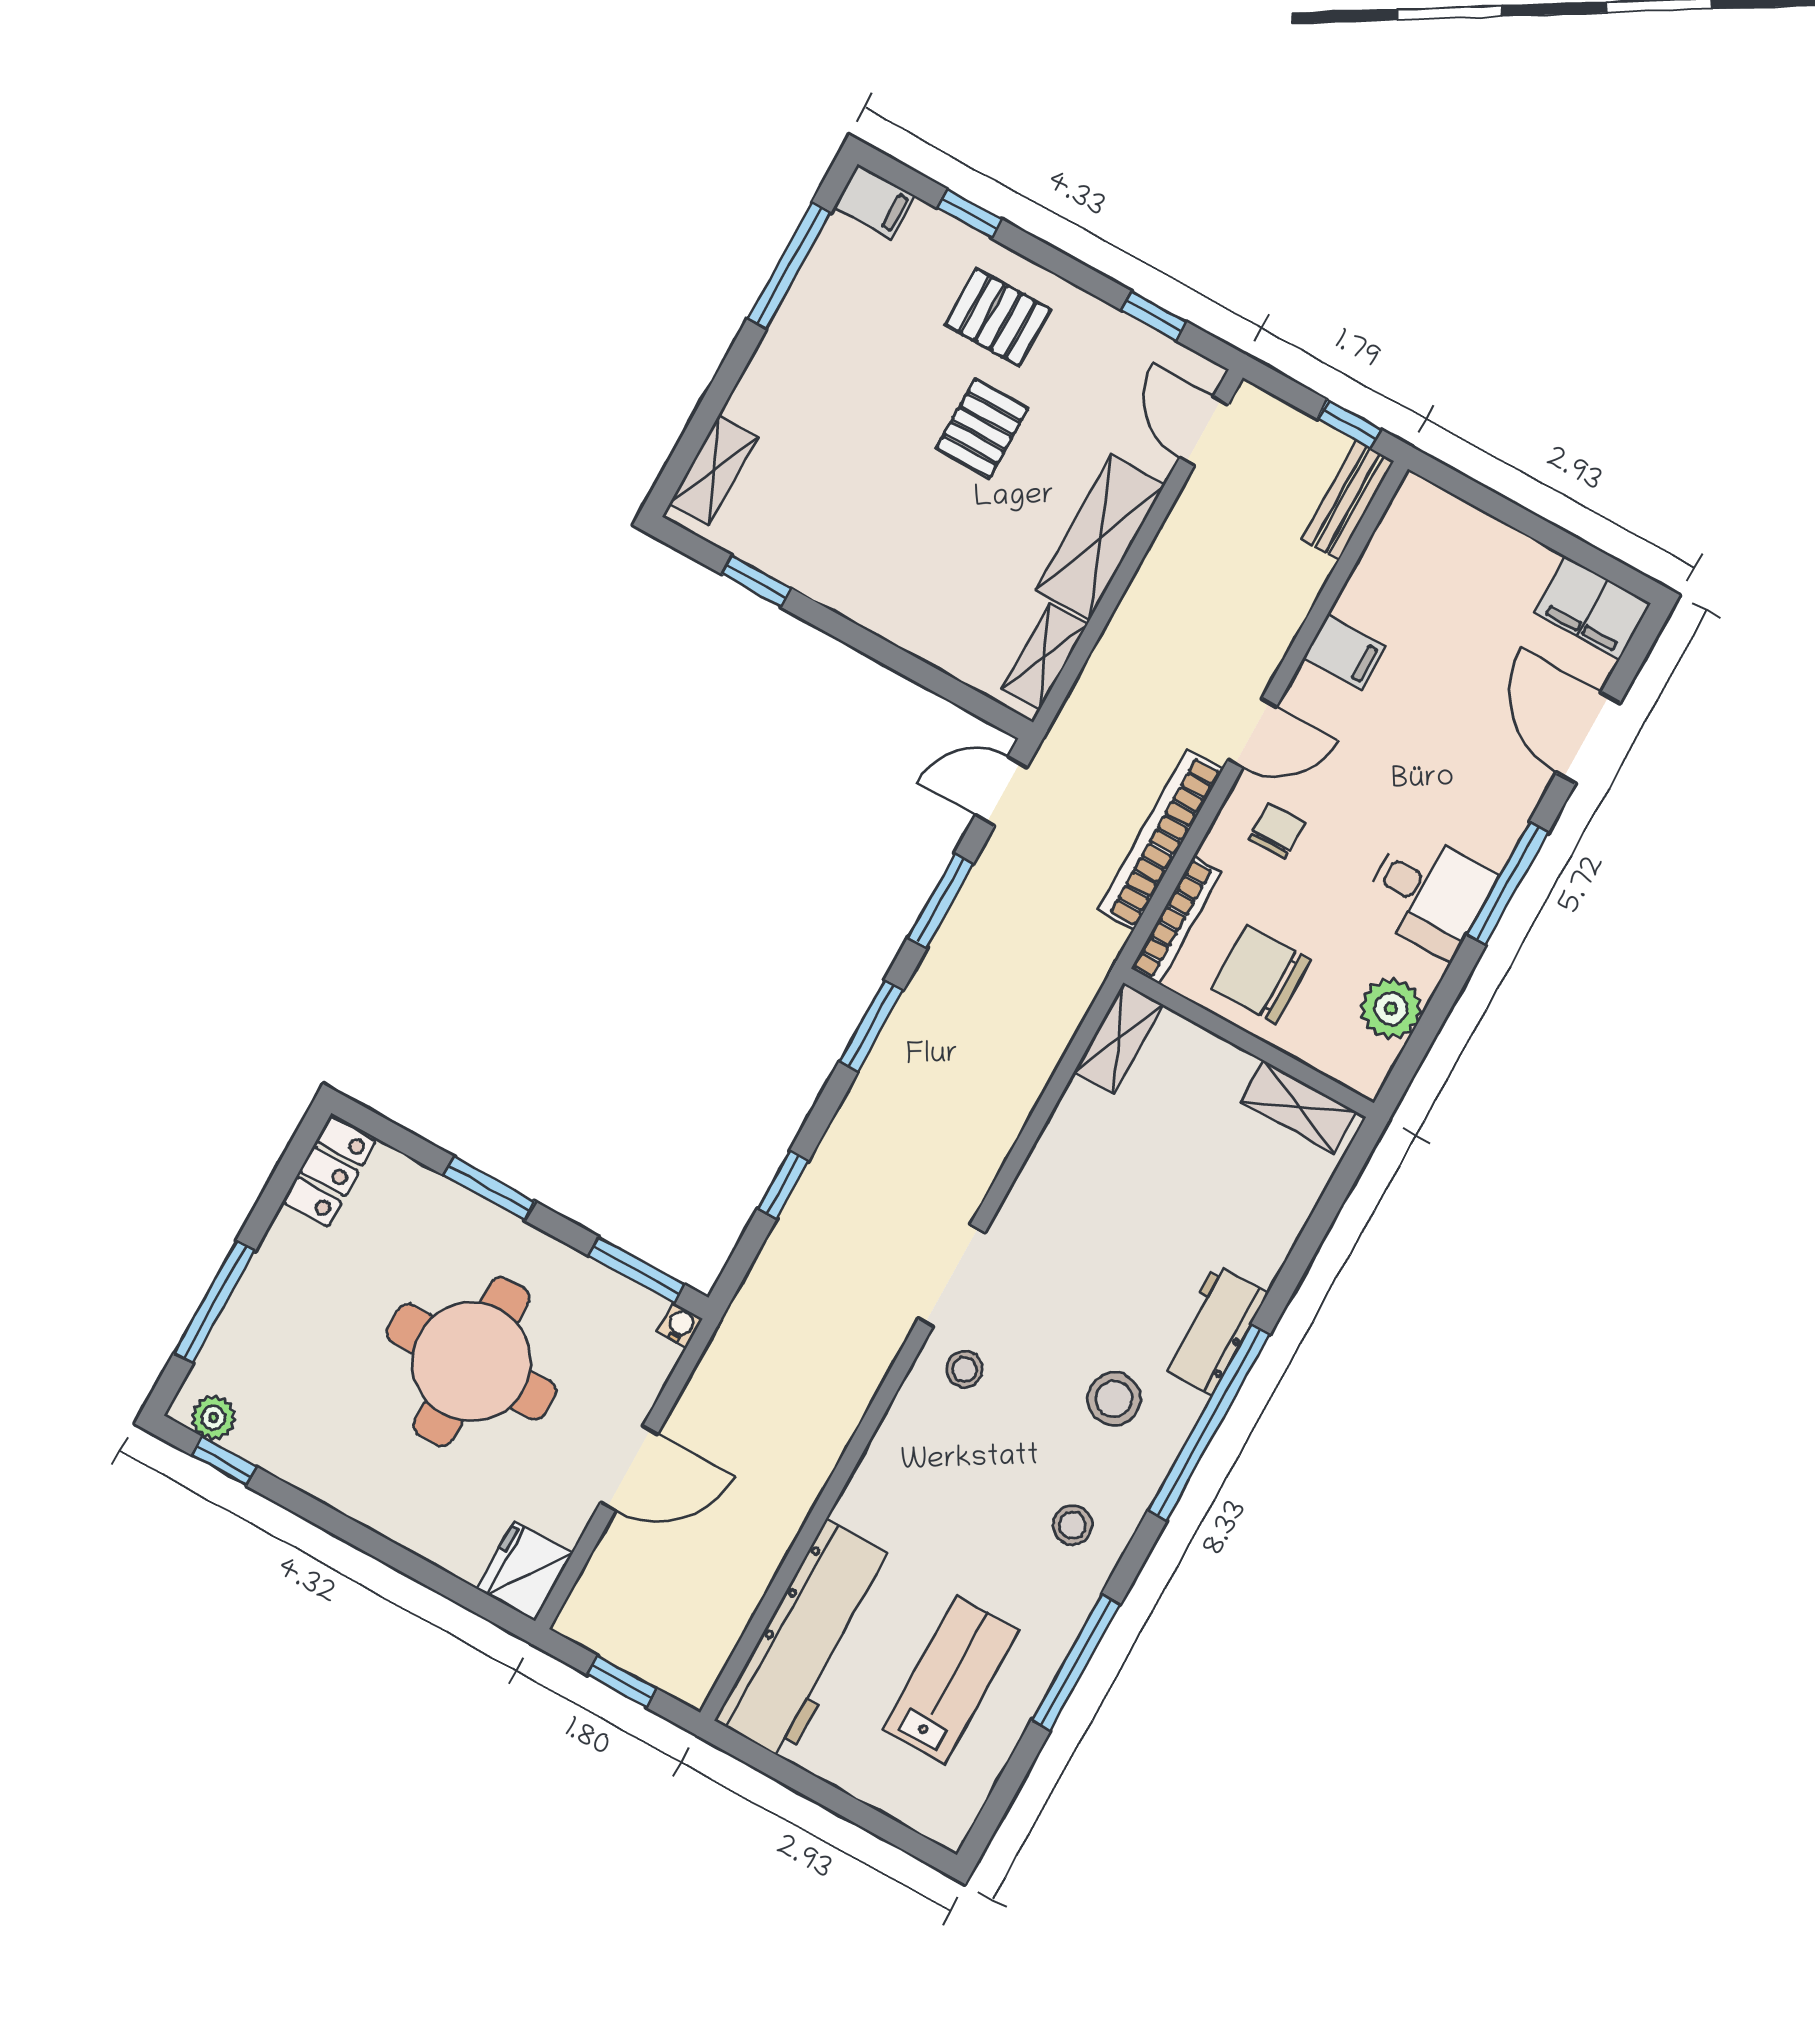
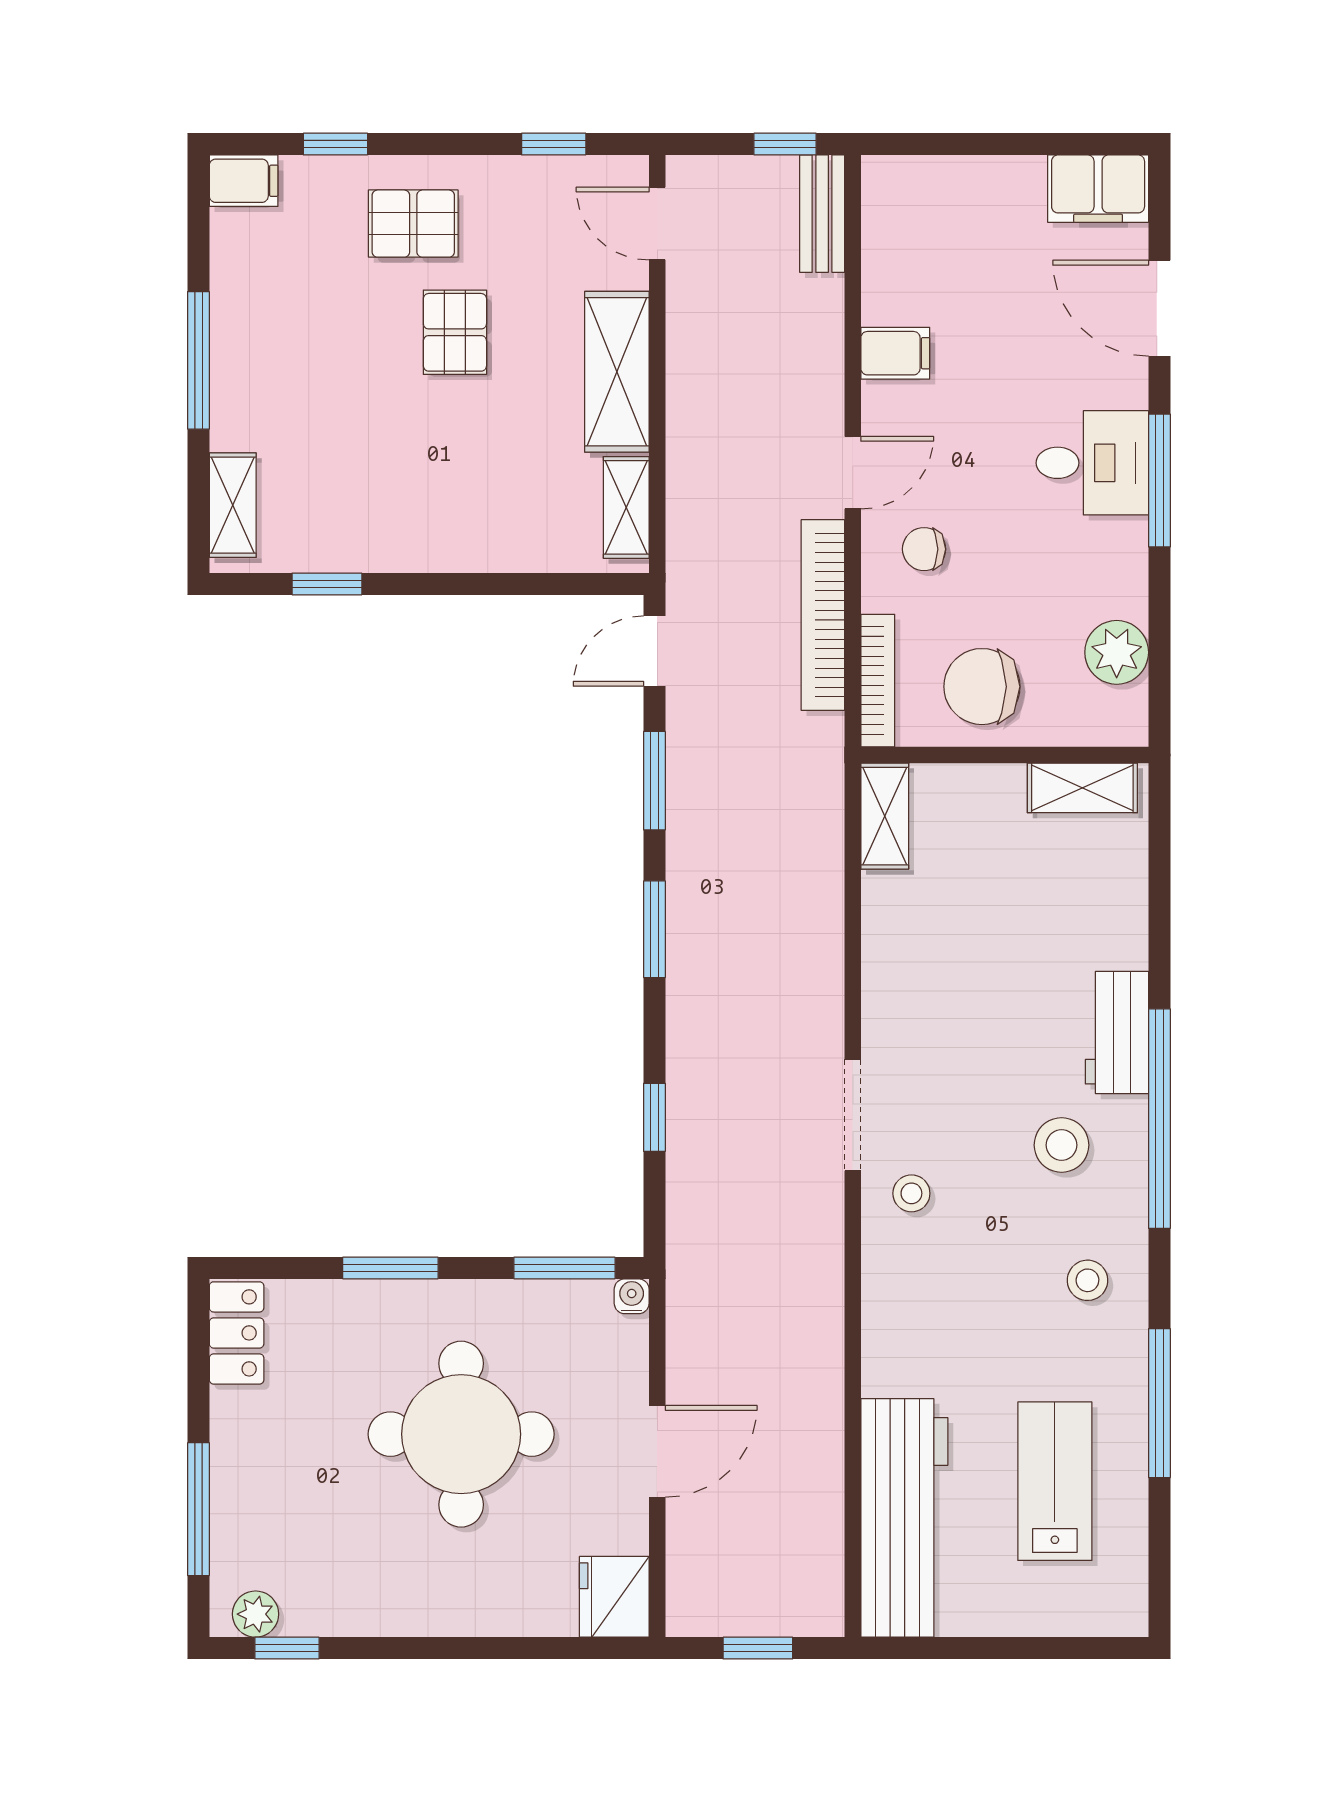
window: (789, 266) -> (198, 360), moved
chair: (1277, 831) -> (924, 549), turned -90
desk: (1428, 893) -> (1092, 463), moved

